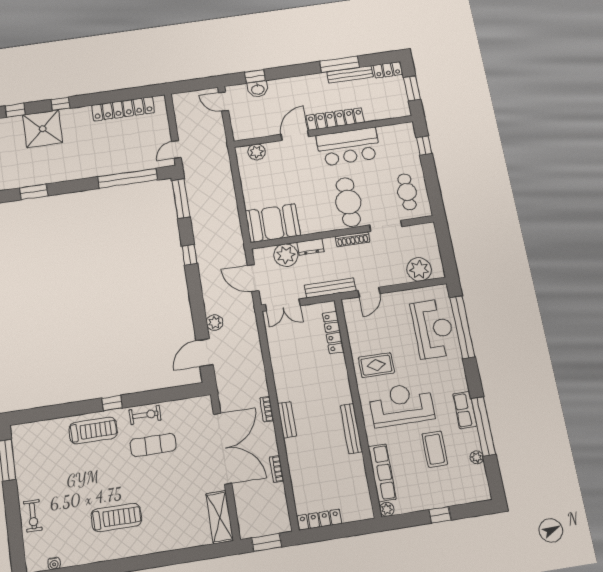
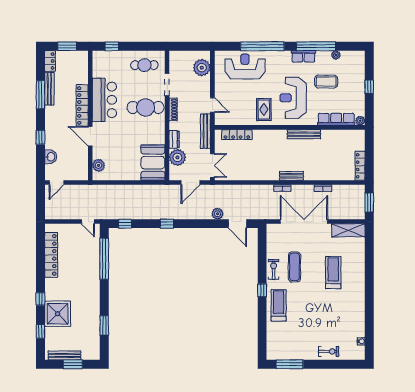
window: (255, 76) -> (40, 137), moved
window: (181, 199) -> (125, 224), width x0.46
window: (462, 327) -> (262, 46), moved
treadmill: (116, 517) -> (333, 273), moved

